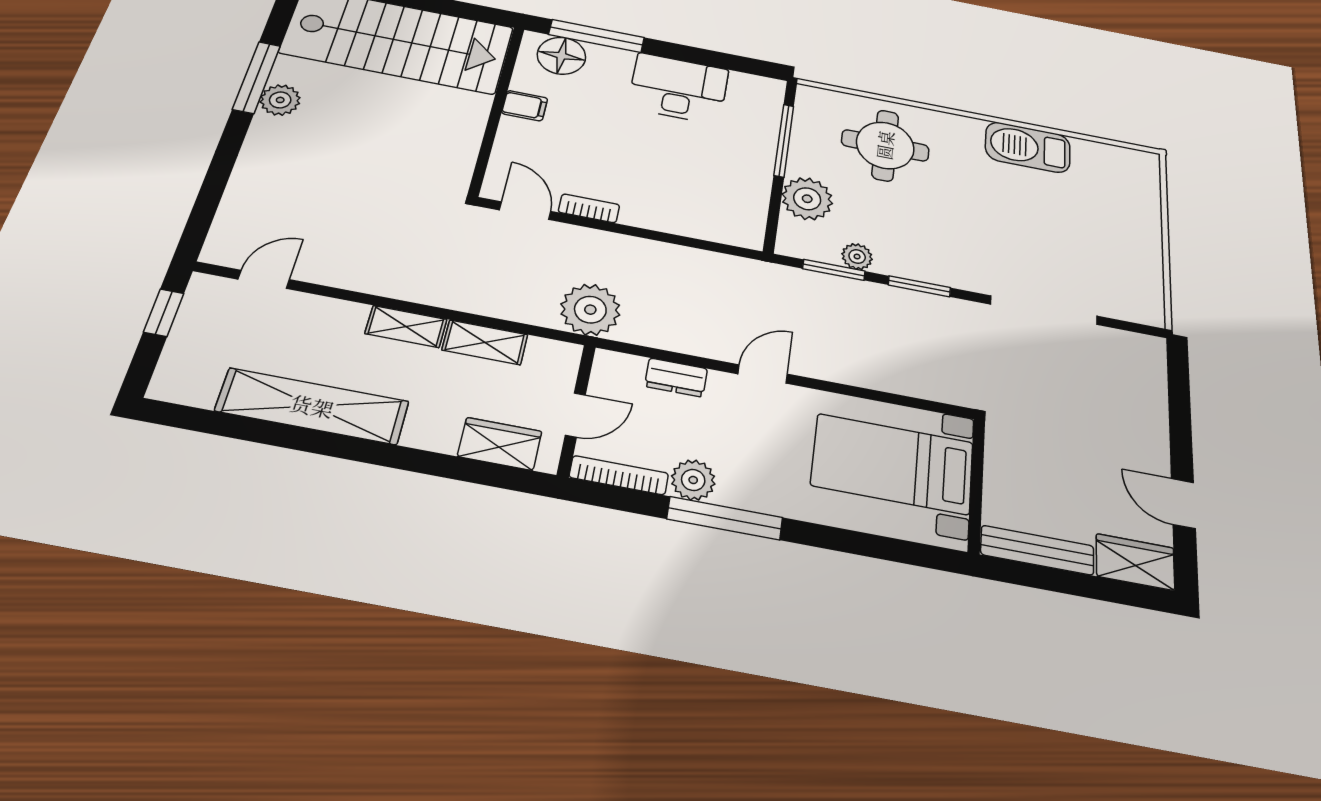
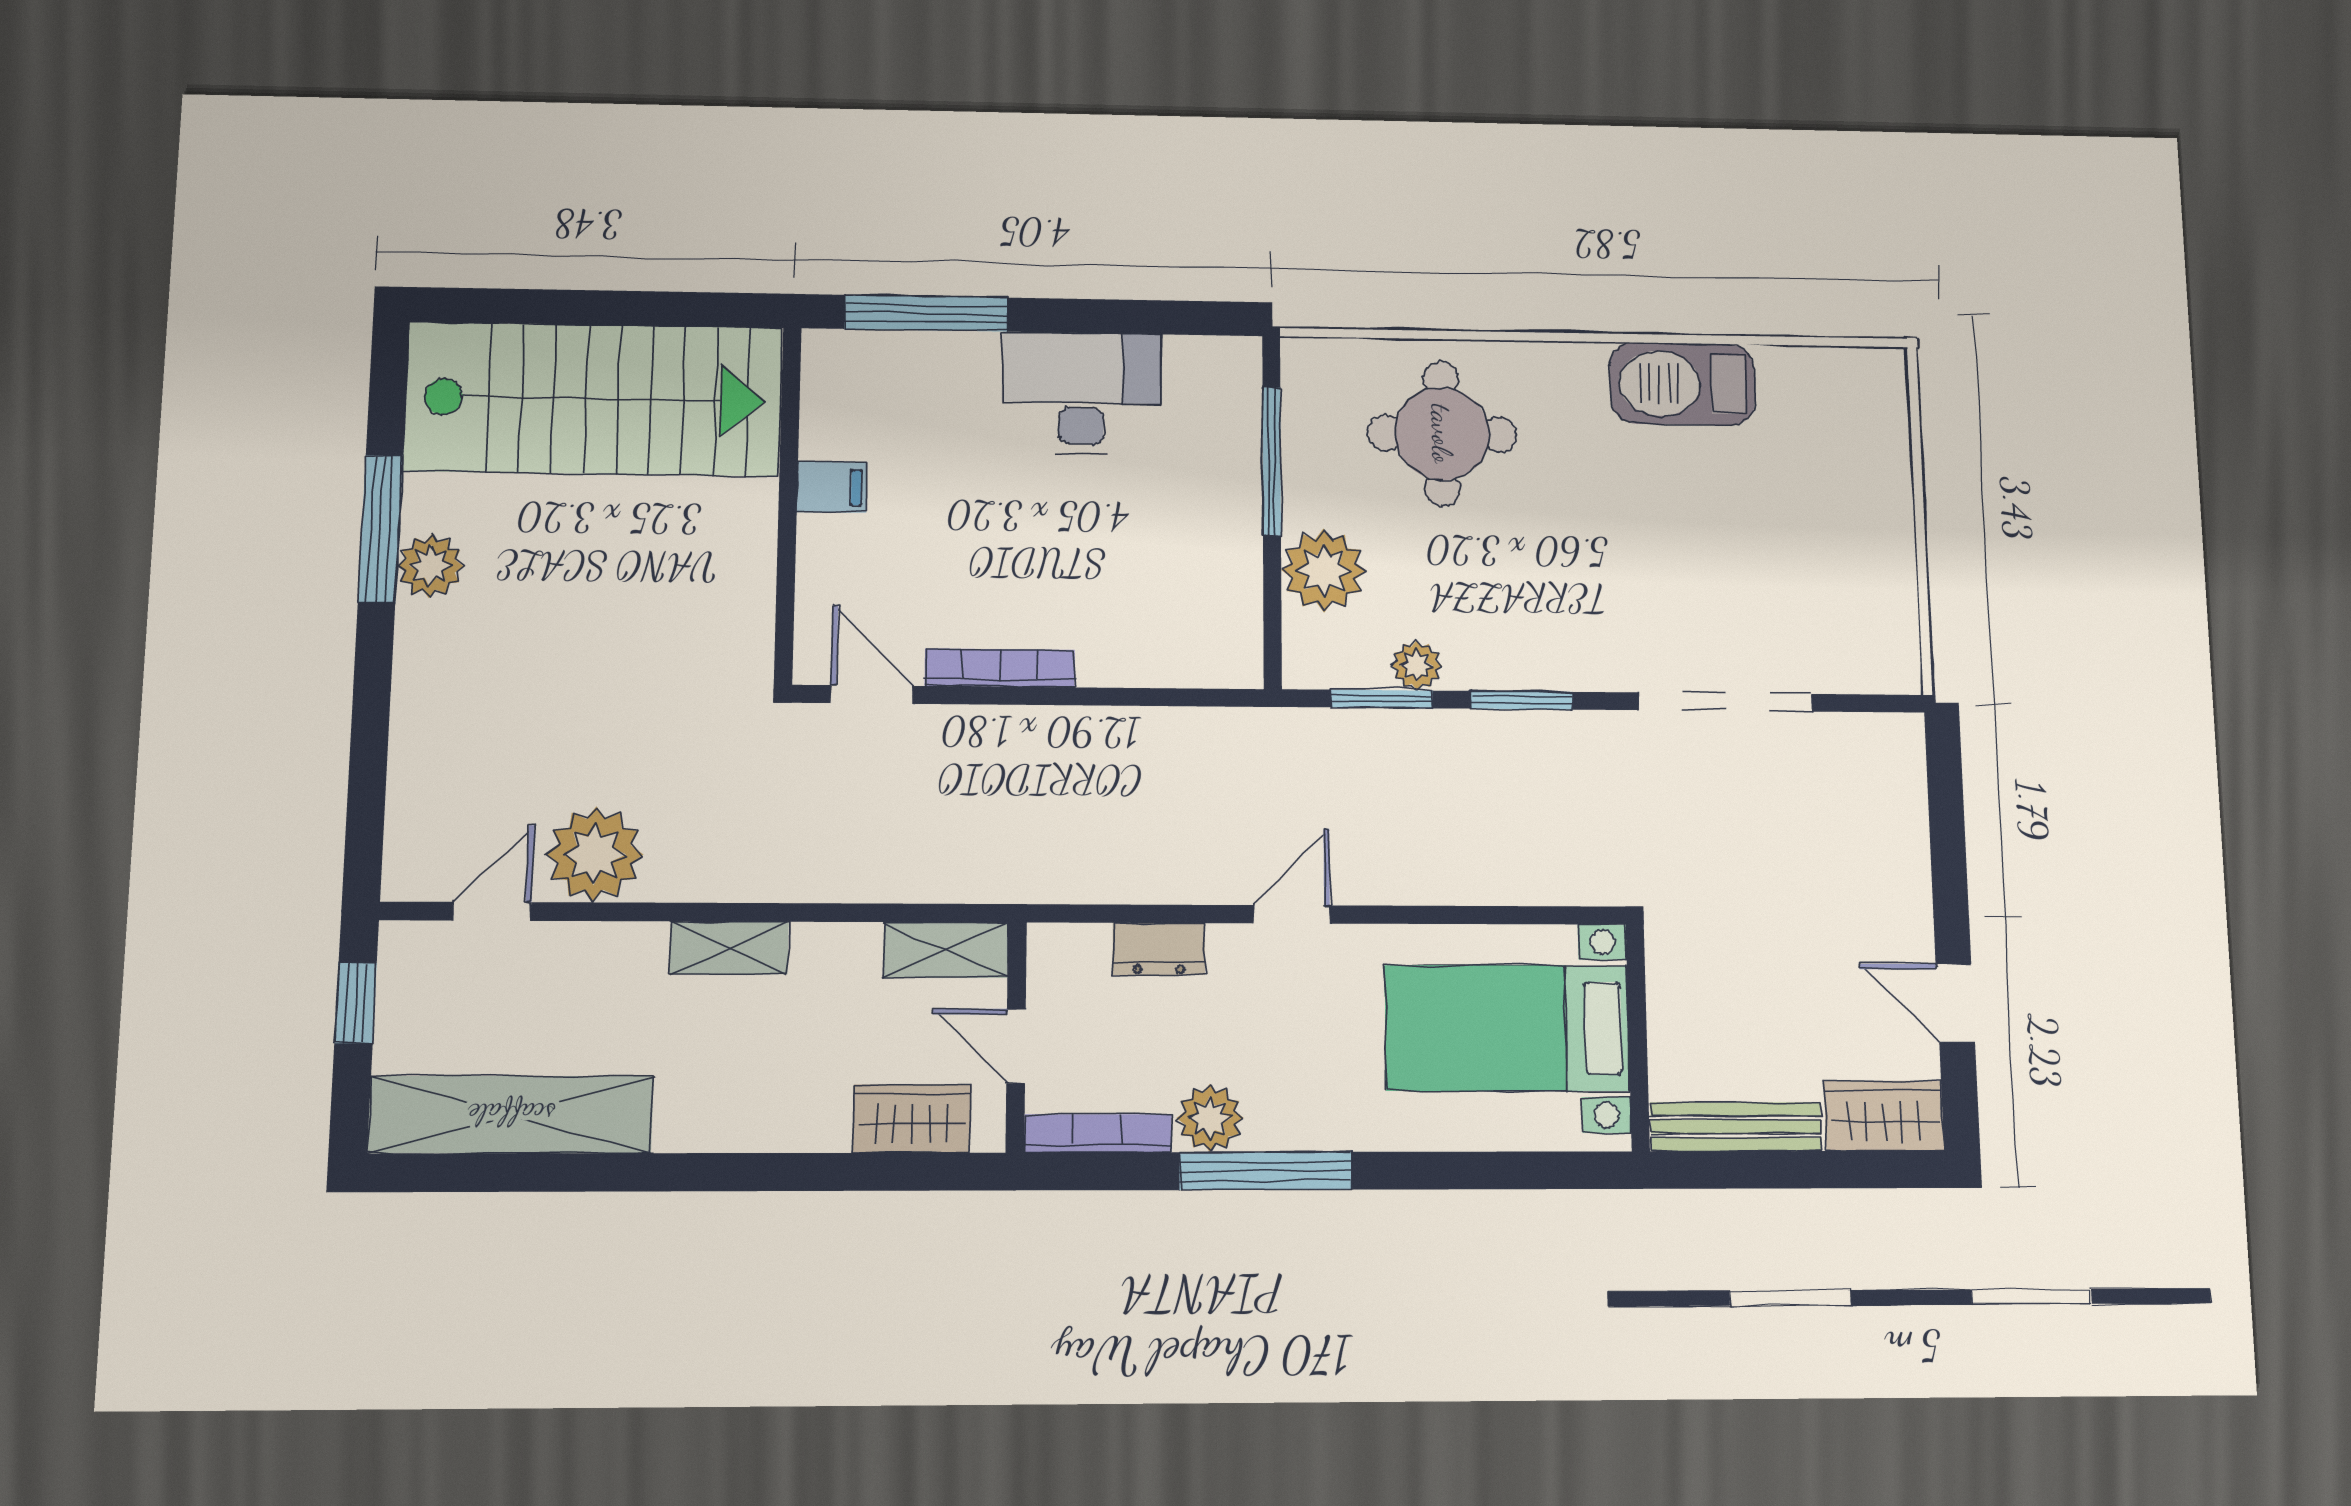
floor lamp: (561, 56) -> (874, 369), removed
bookcase: (589, 208) -> (1000, 668), width x1.56
plant: (590, 310) -> (595, 854), moved
shelving: (485, 342) -> (946, 950), moved
shelving: (312, 406) -> (511, 1115), moved
door: (575, 415) -> (1016, 1046), swing flipped

